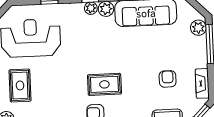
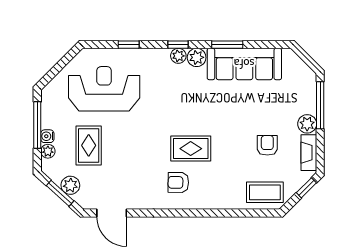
plant: (198, 28) -> (307, 124), moved

